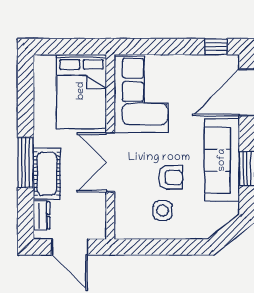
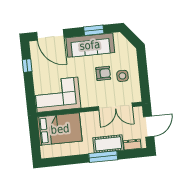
window: (216, 47) -> (27, 66), moved
double door: (110, 162) -> (115, 107), moved
armchair: (170, 178) -> (103, 73), turned 90

